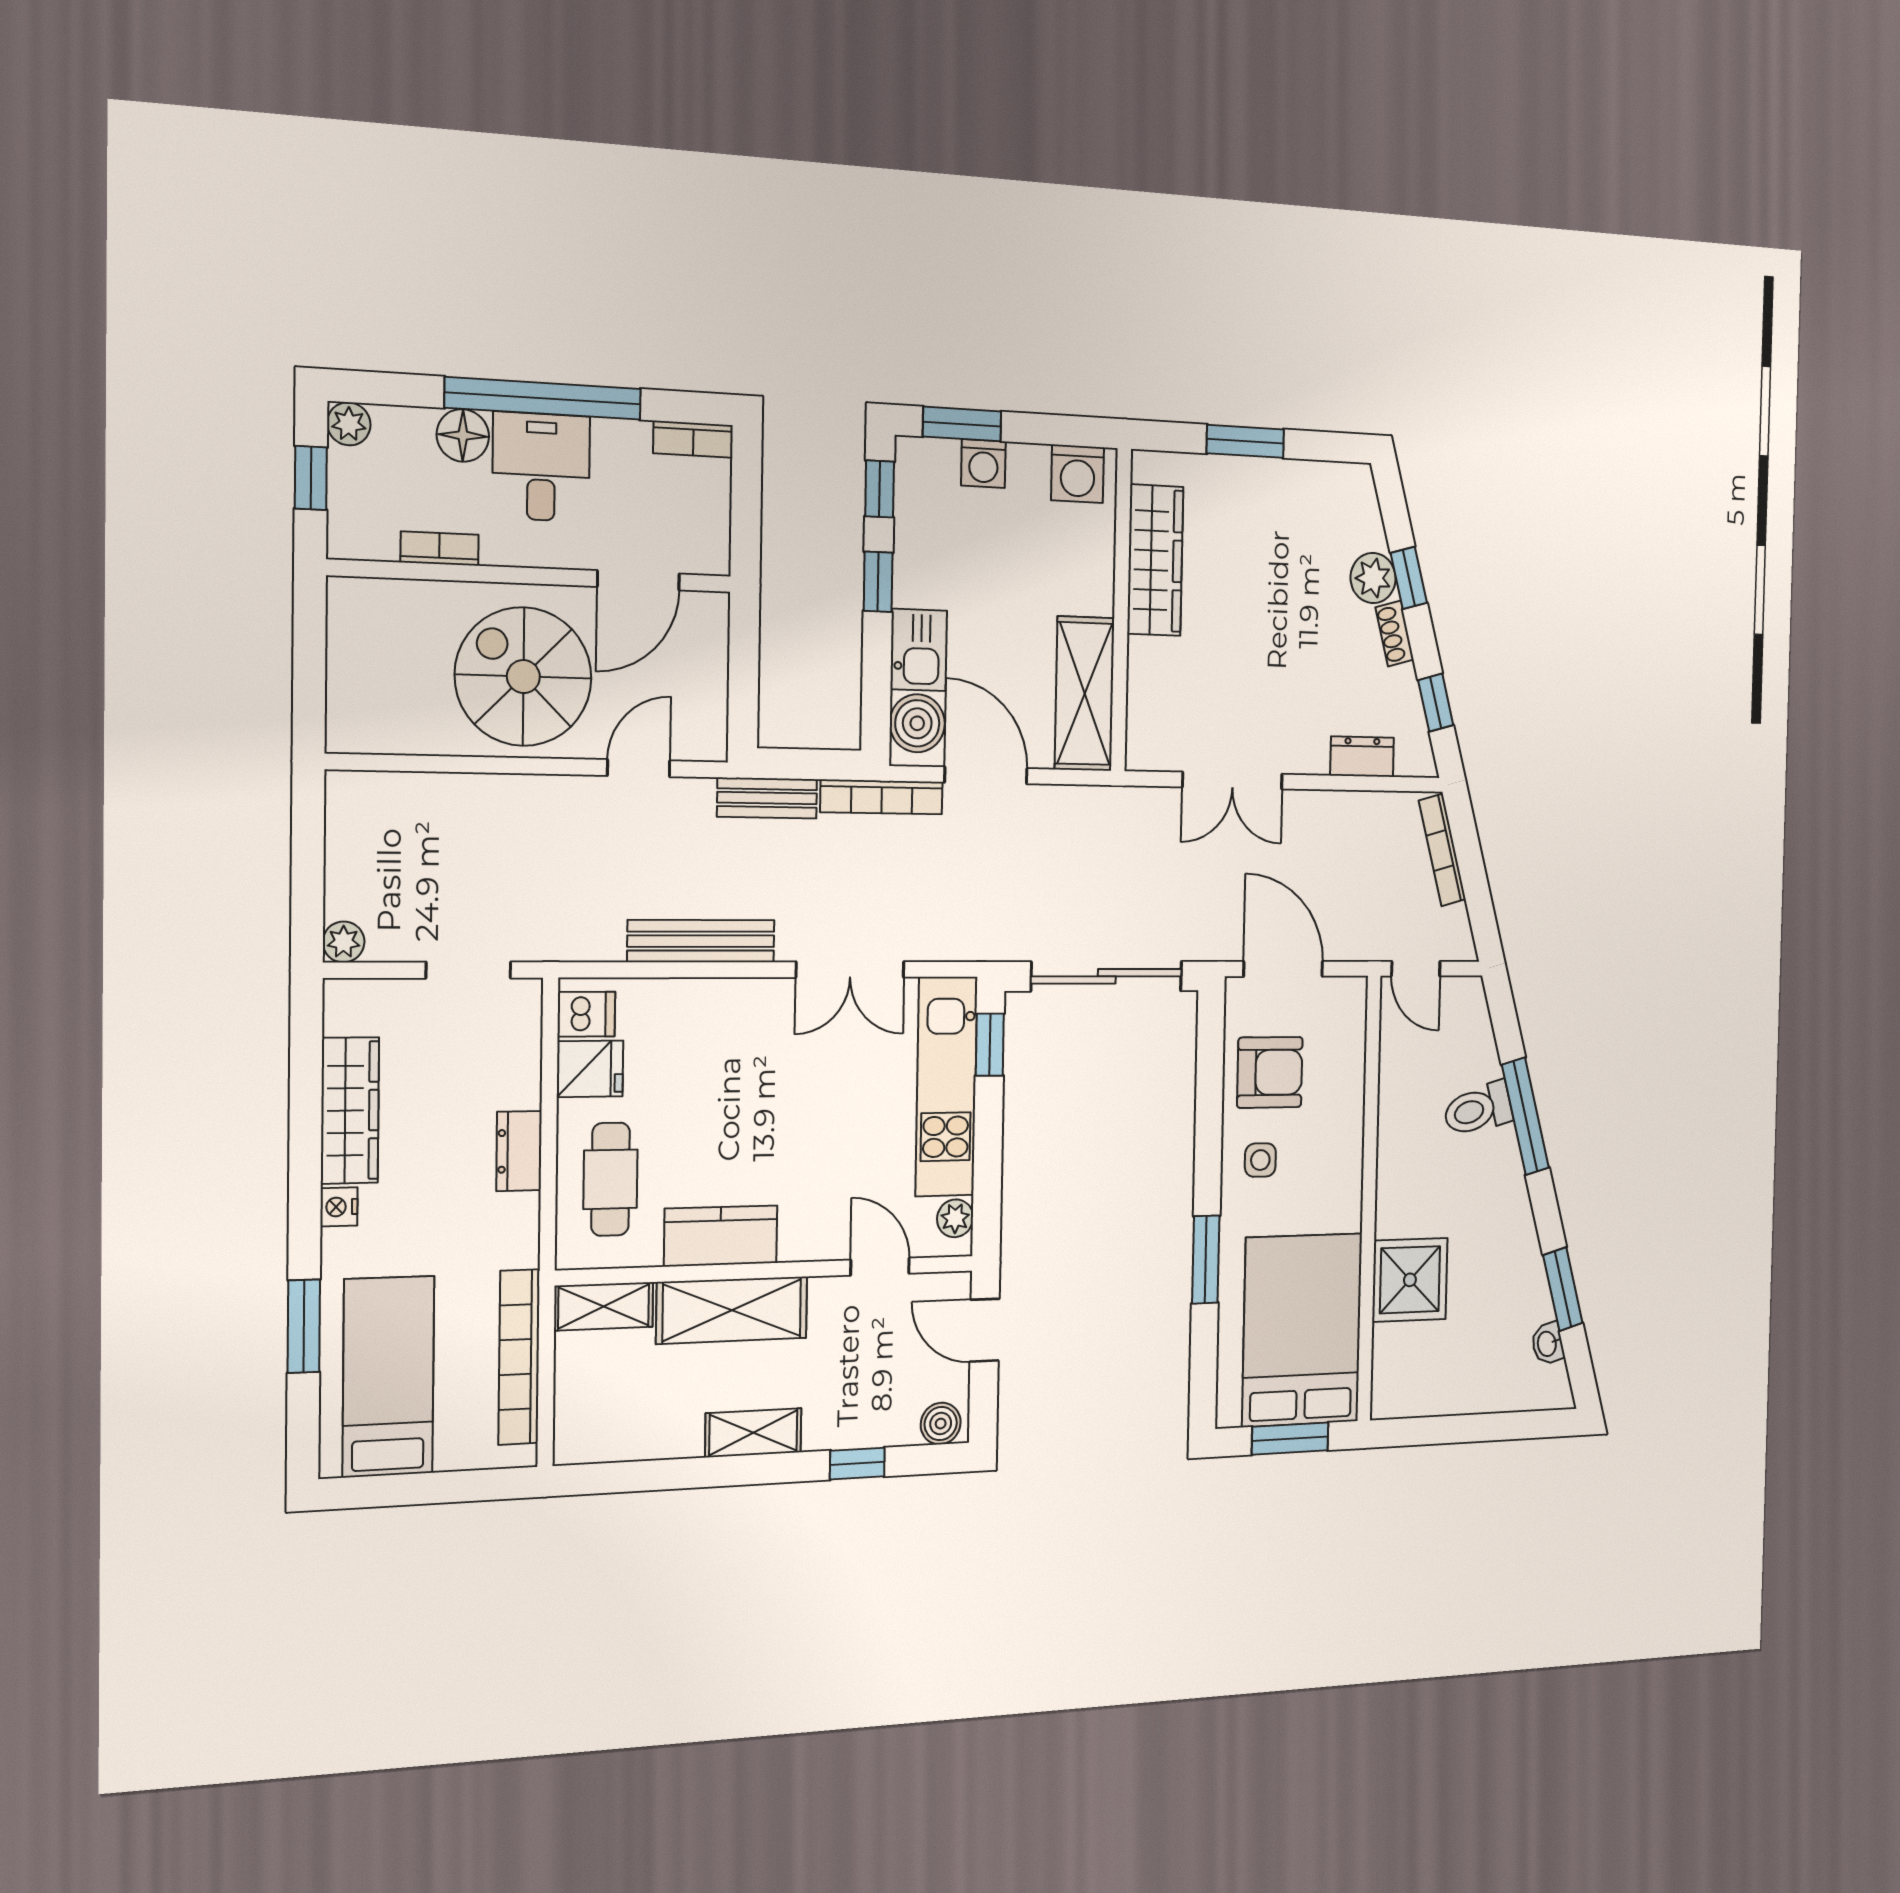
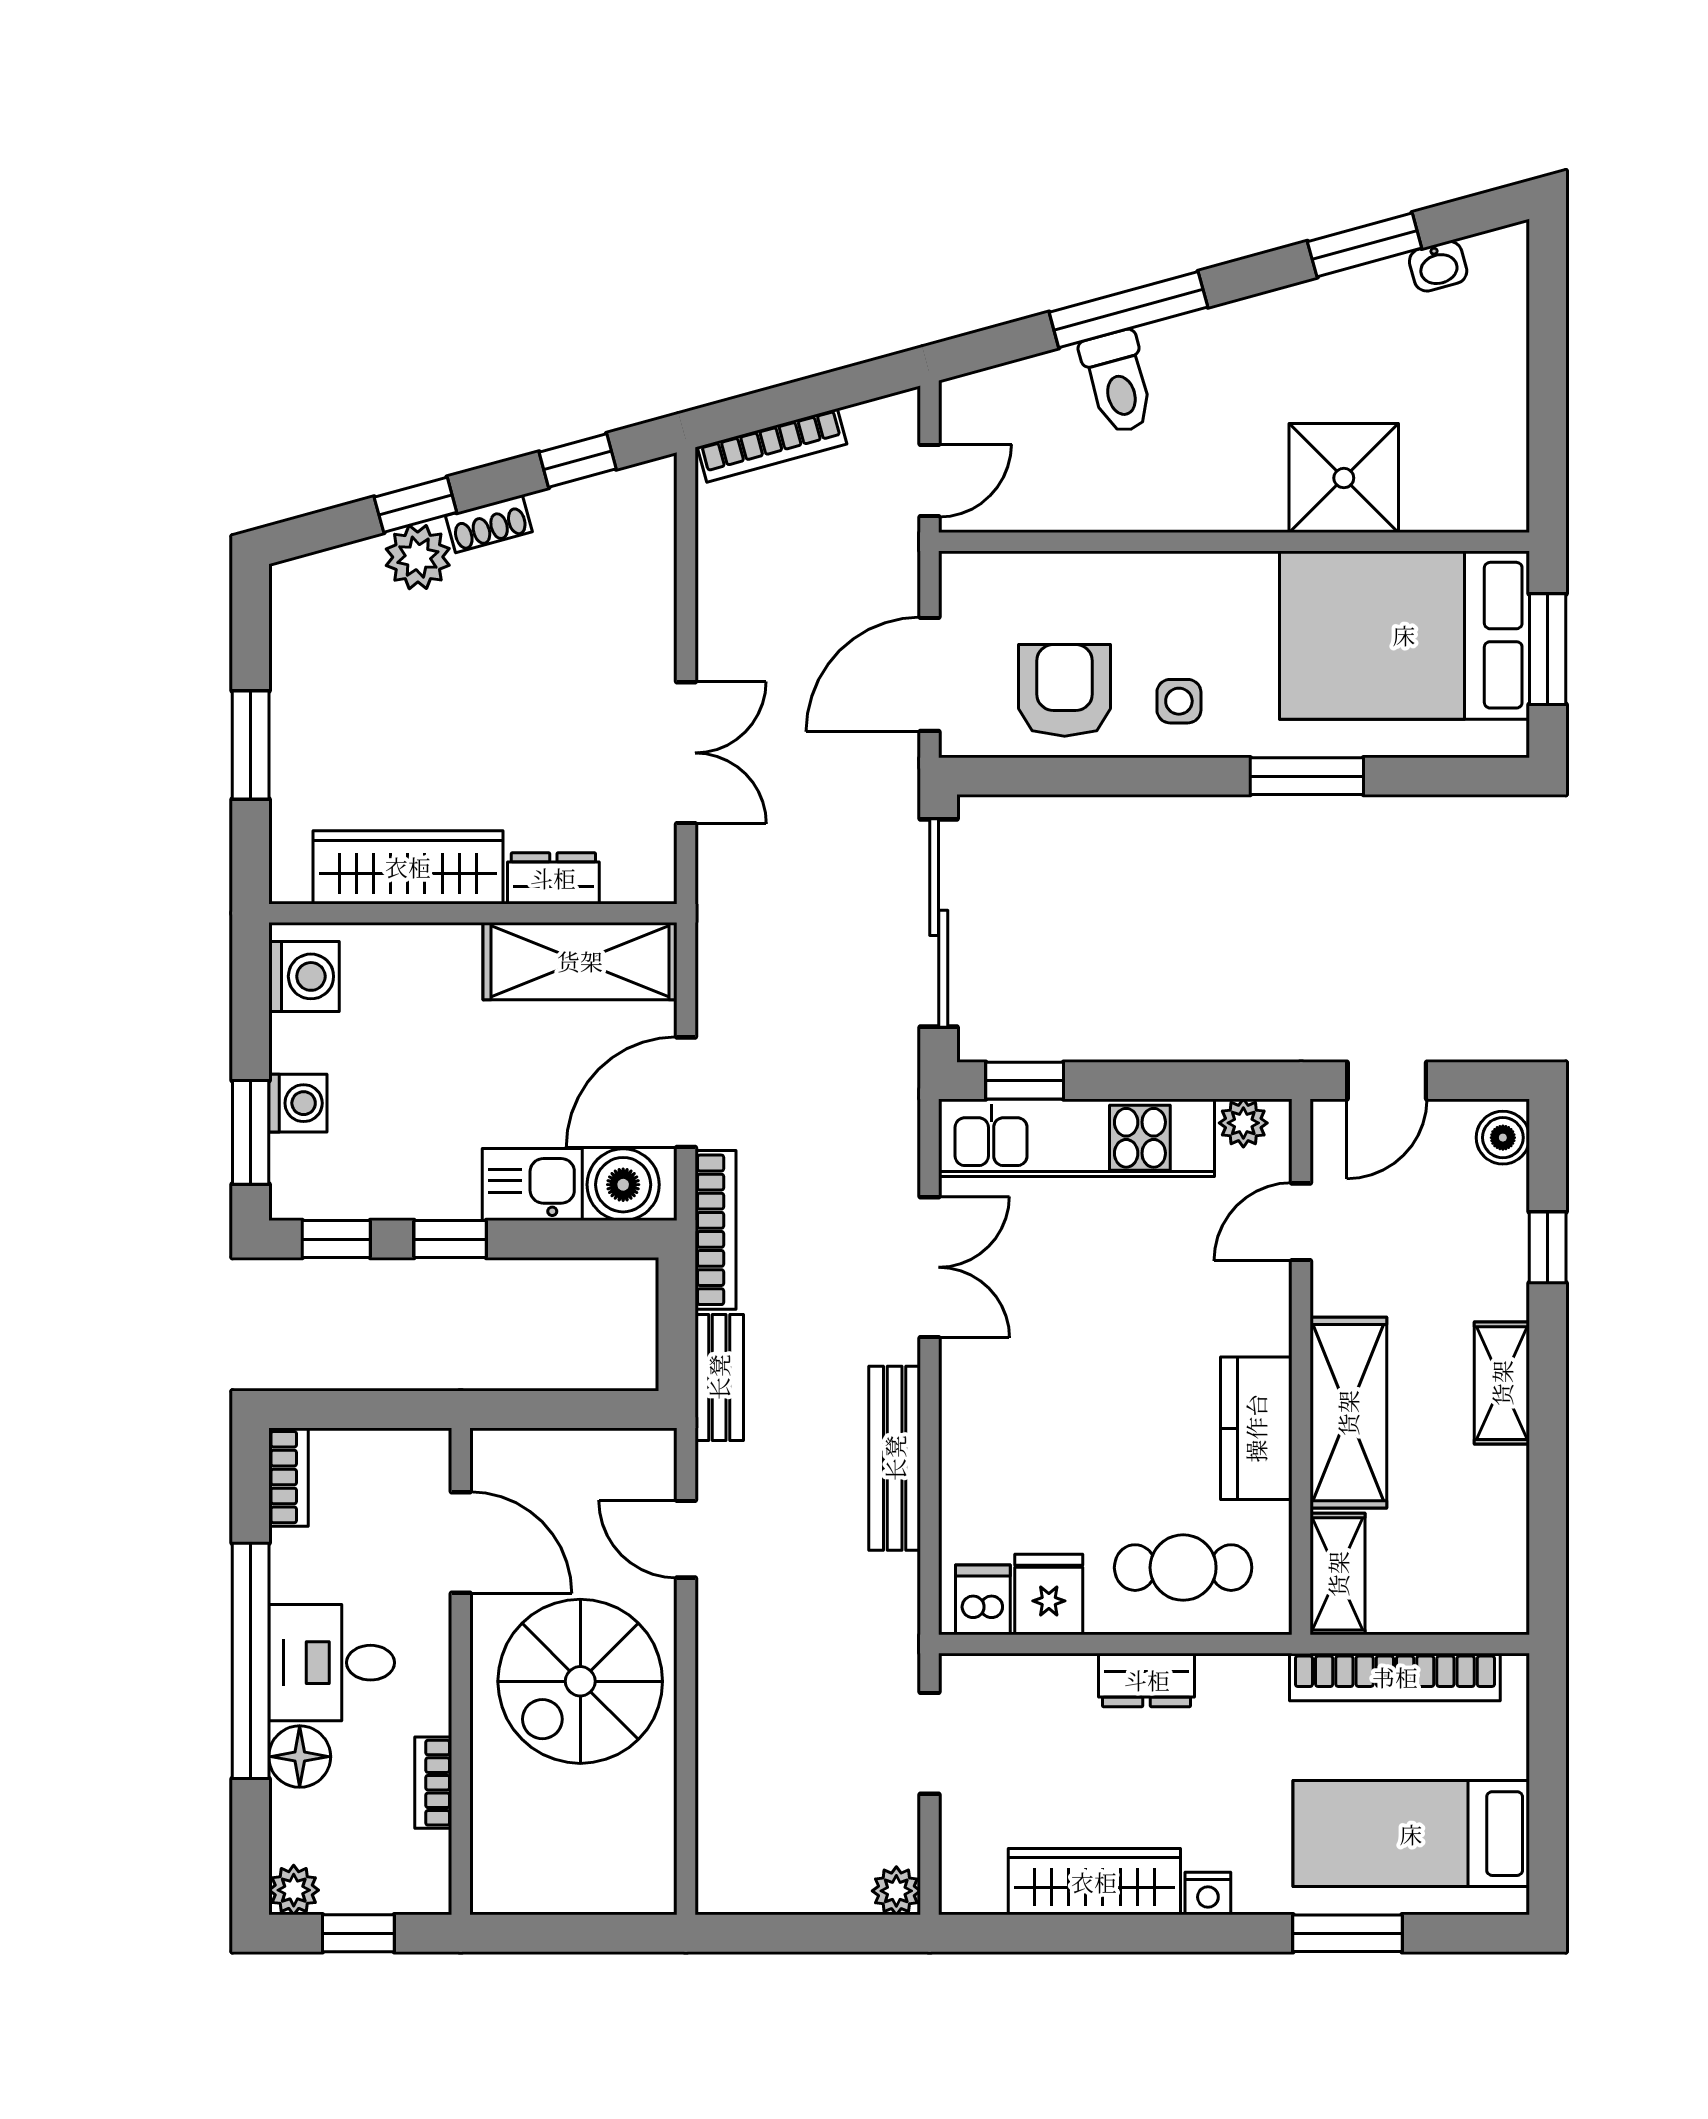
dresser: (1362, 757) -> (553, 878), moved, turned 90

